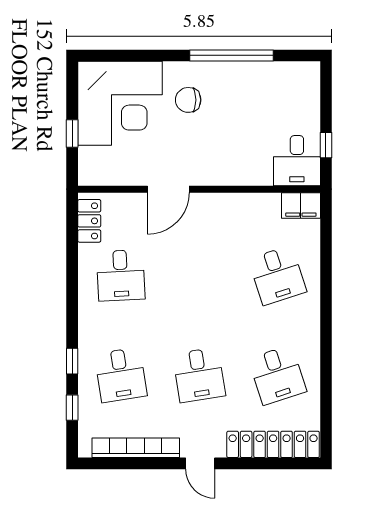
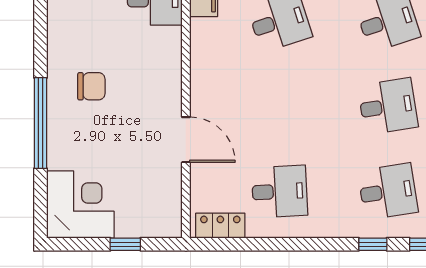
window: (231, 55) -> (40, 123), moved
chair: (188, 100) -> (91, 86), moved, turned -90
corner desk: (120, 103) -> (80, 204), width x0.74, depth x0.74

